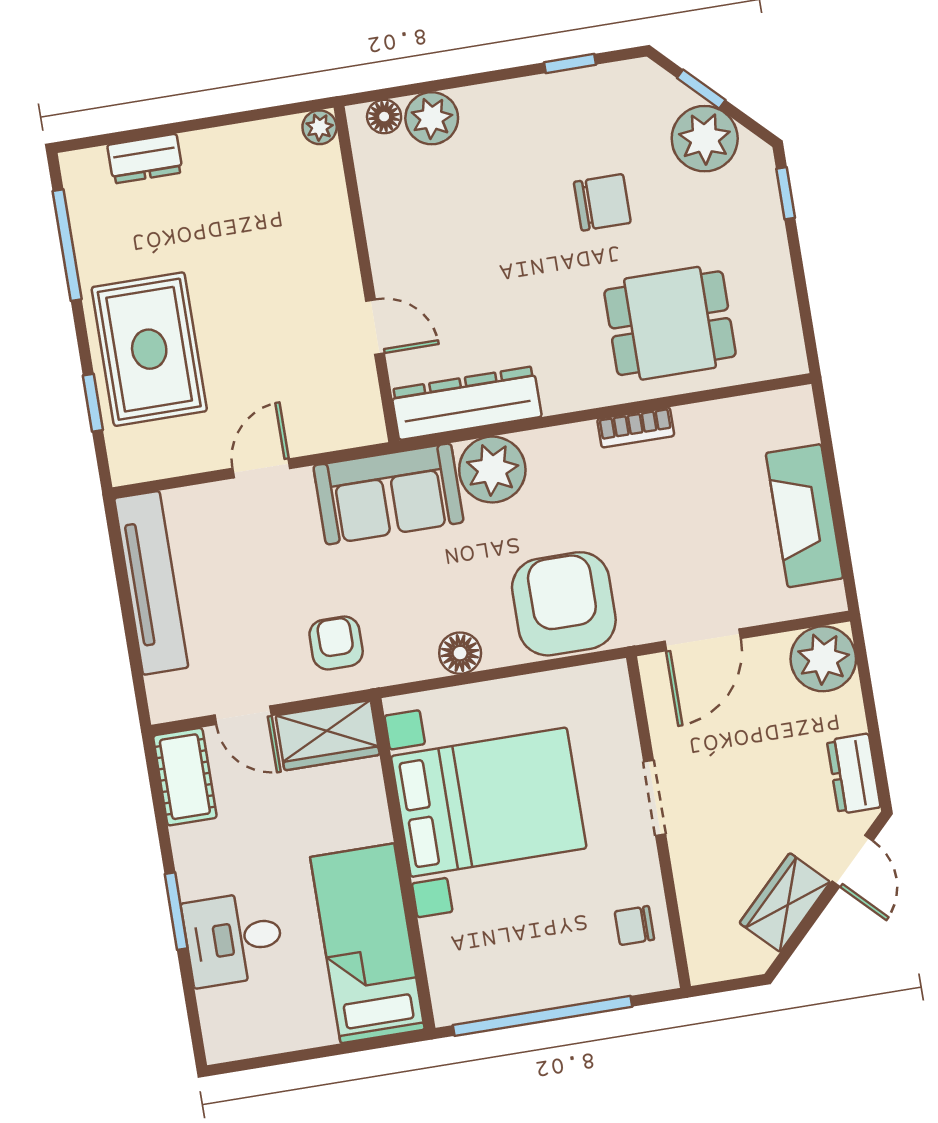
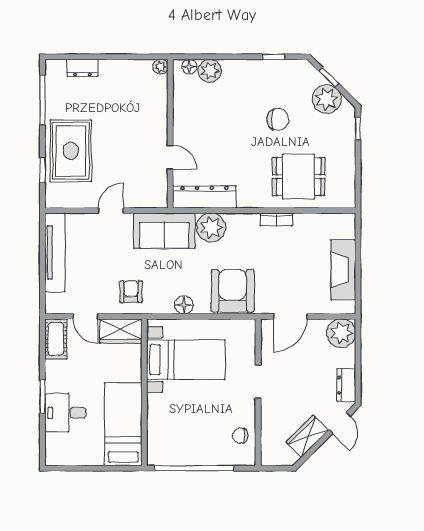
bed with nightstands: (489, 802) -> (186, 360), width x0.73

